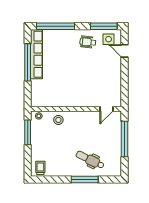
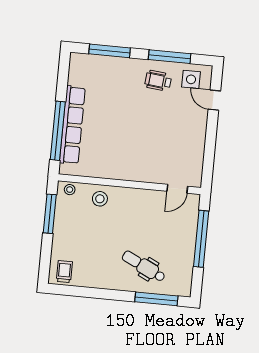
window: (56, 26) -> (110, 51), width x0.68
window: (104, 26) -> (170, 57), moved
row of seats: (37, 54) -> (72, 125), moved
window: (28, 62) -> (58, 131), moved
window: (85, 180) -> (156, 299), moved

